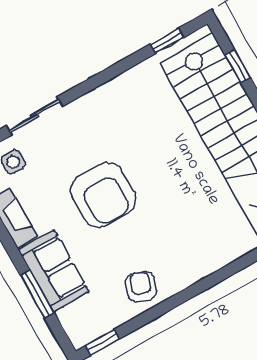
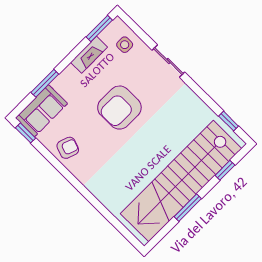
sliding door: (34, 116) -> (168, 61), moved
sofa: (54, 271) -> (41, 111), moved

